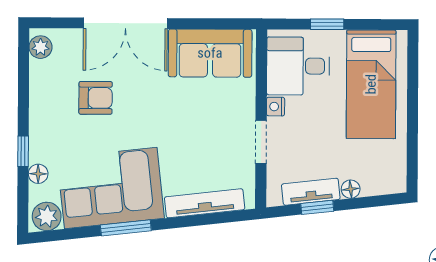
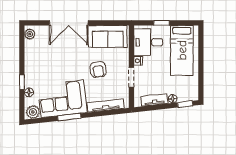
armchair: (96, 98) -> (98, 69), moved, turned 82
window: (317, 207) -> (185, 104), moved

